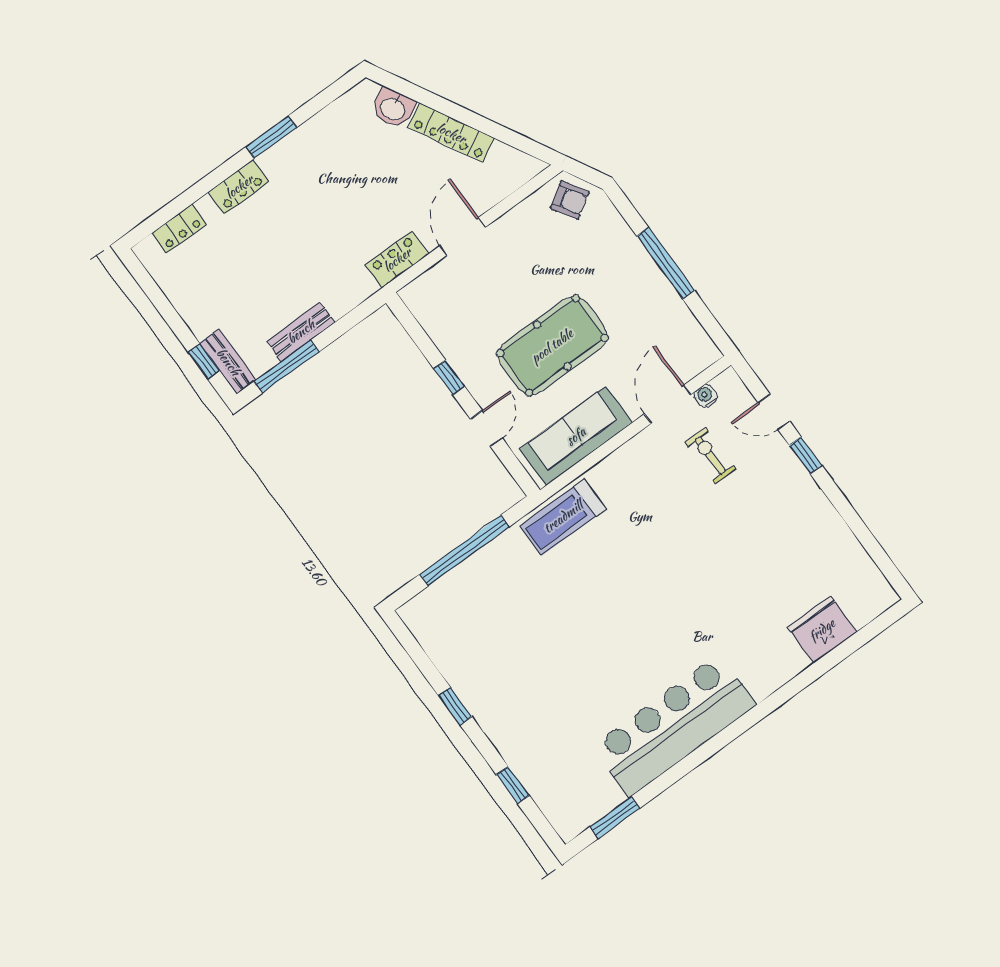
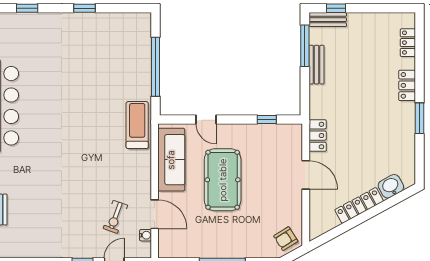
window: (449, 377) -> (267, 120), moved
exercise bike: (710, 455) -> (115, 217), turned 110

